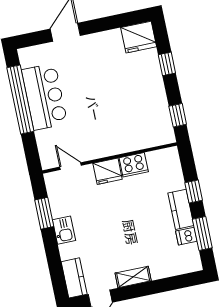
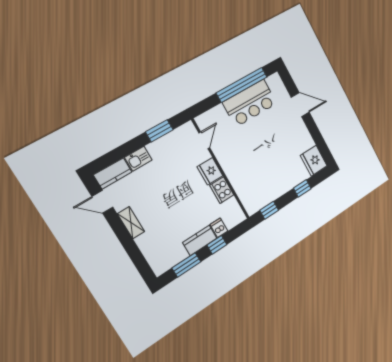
kitchen sink: (64, 230) -> (138, 159), moved
dishwasher: (186, 236) -> (219, 228), moved

